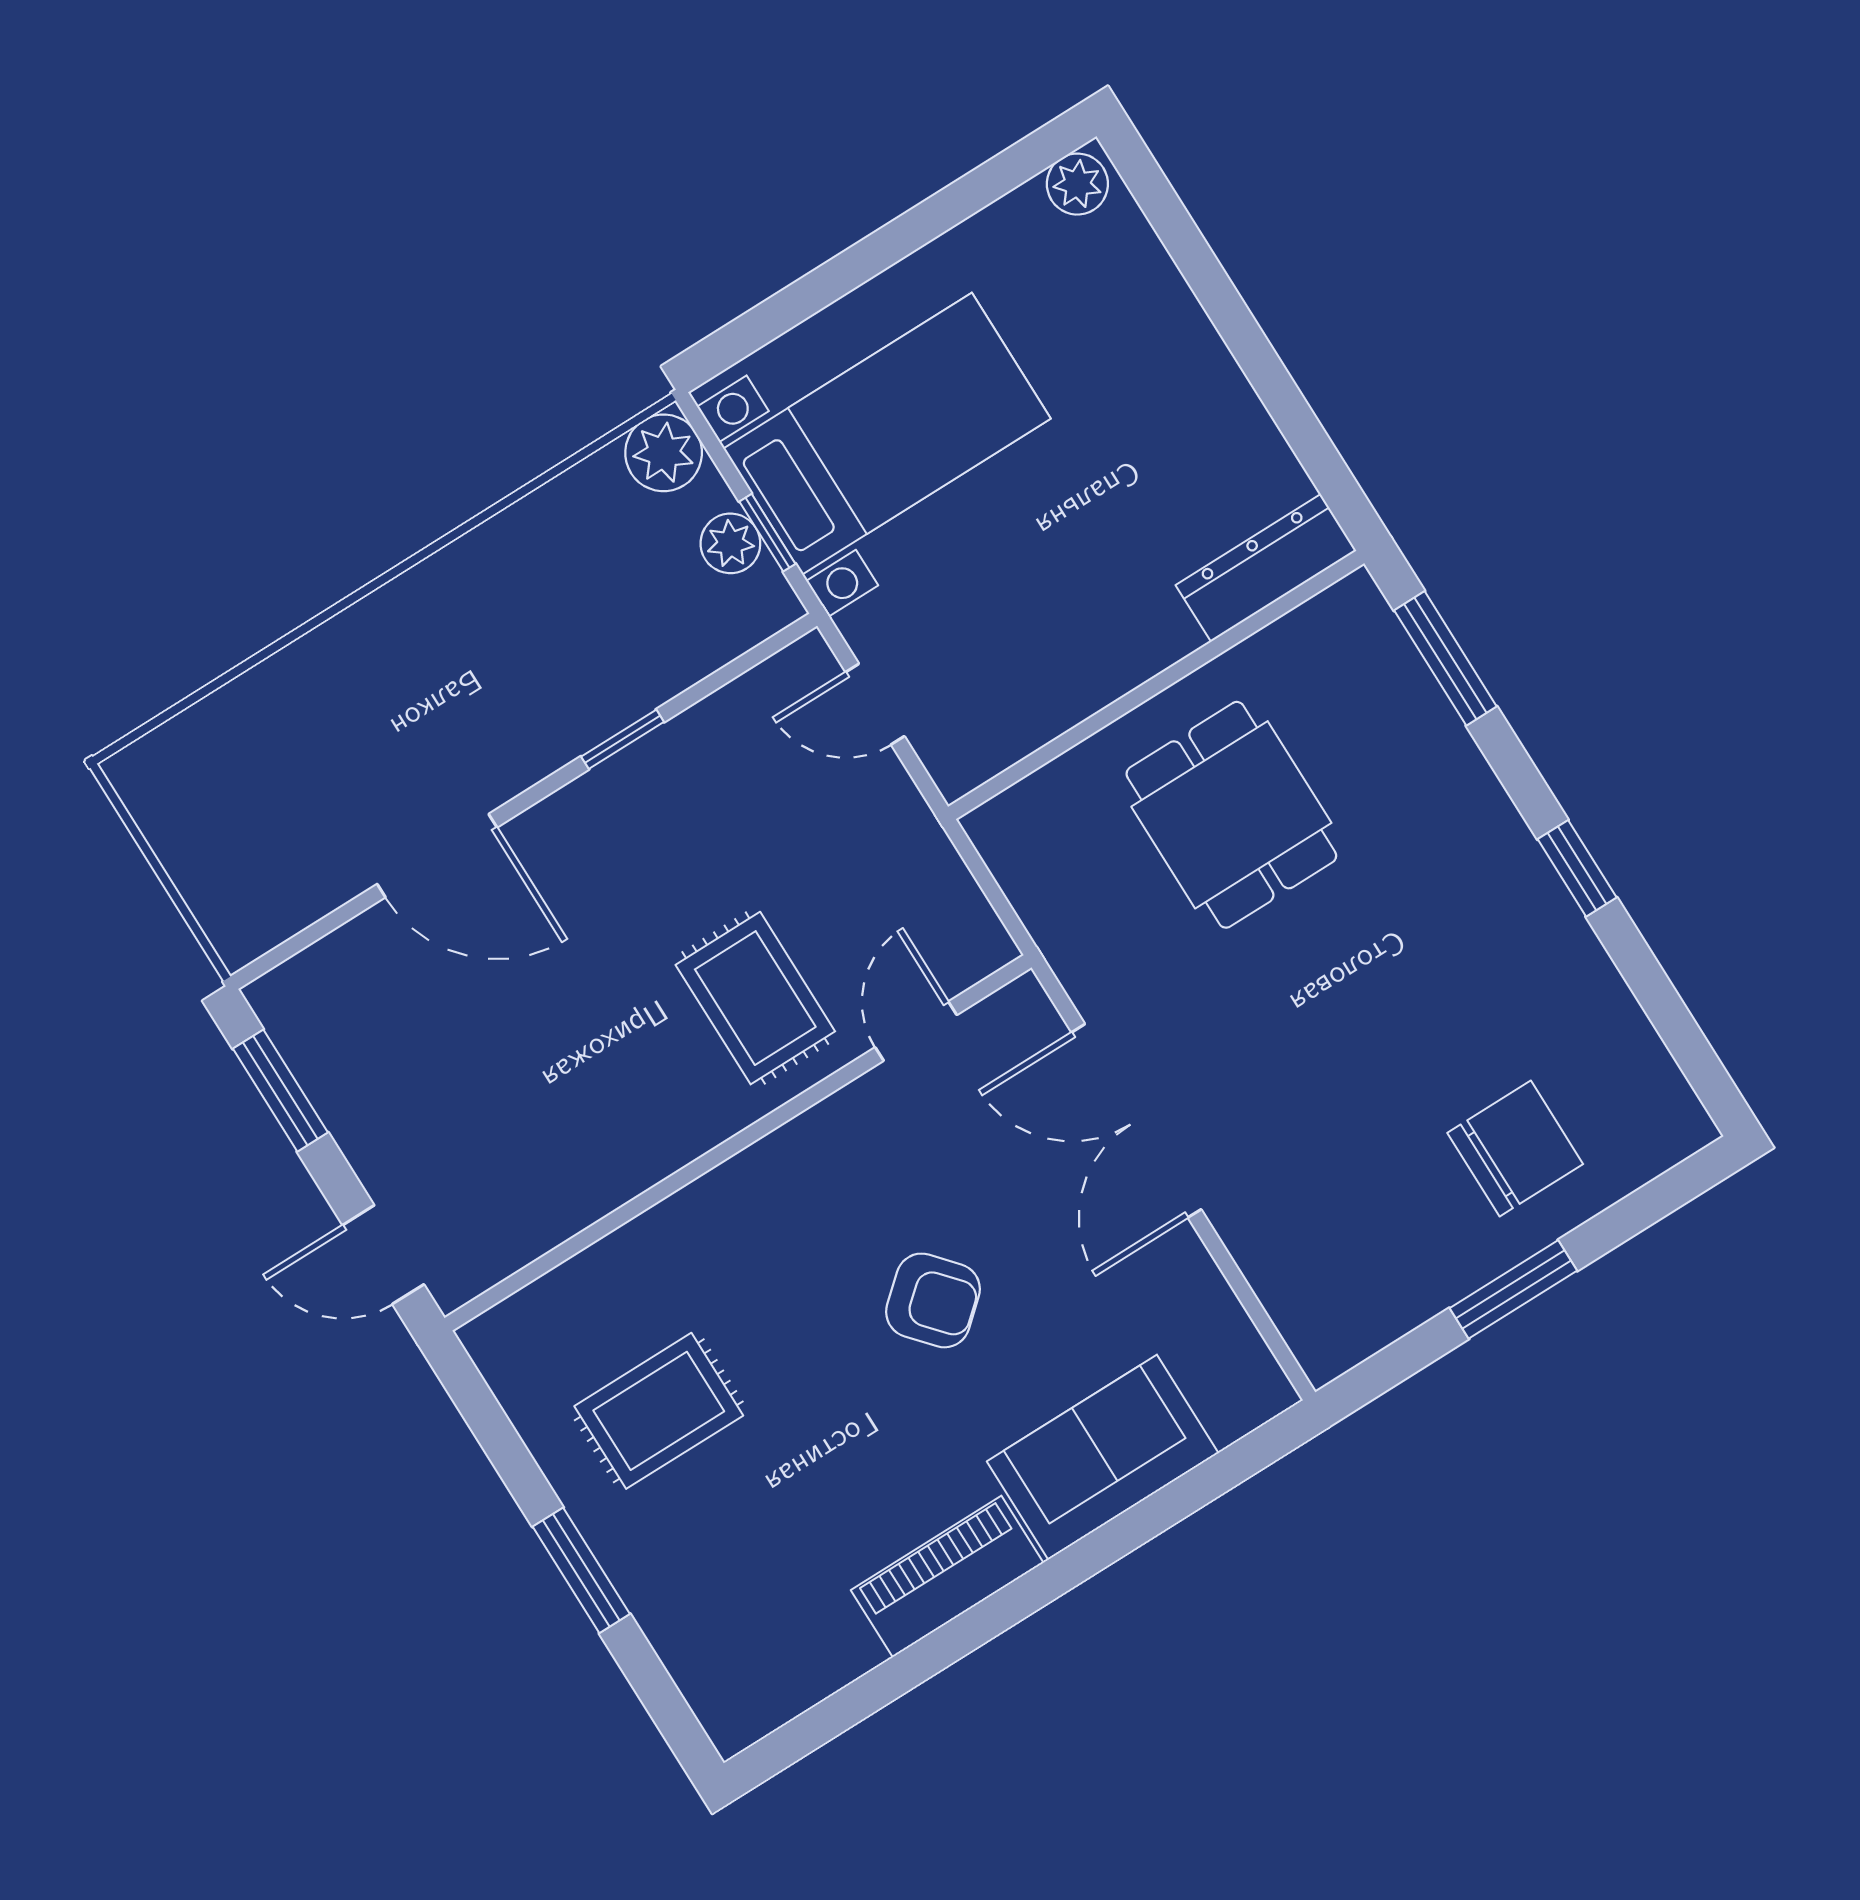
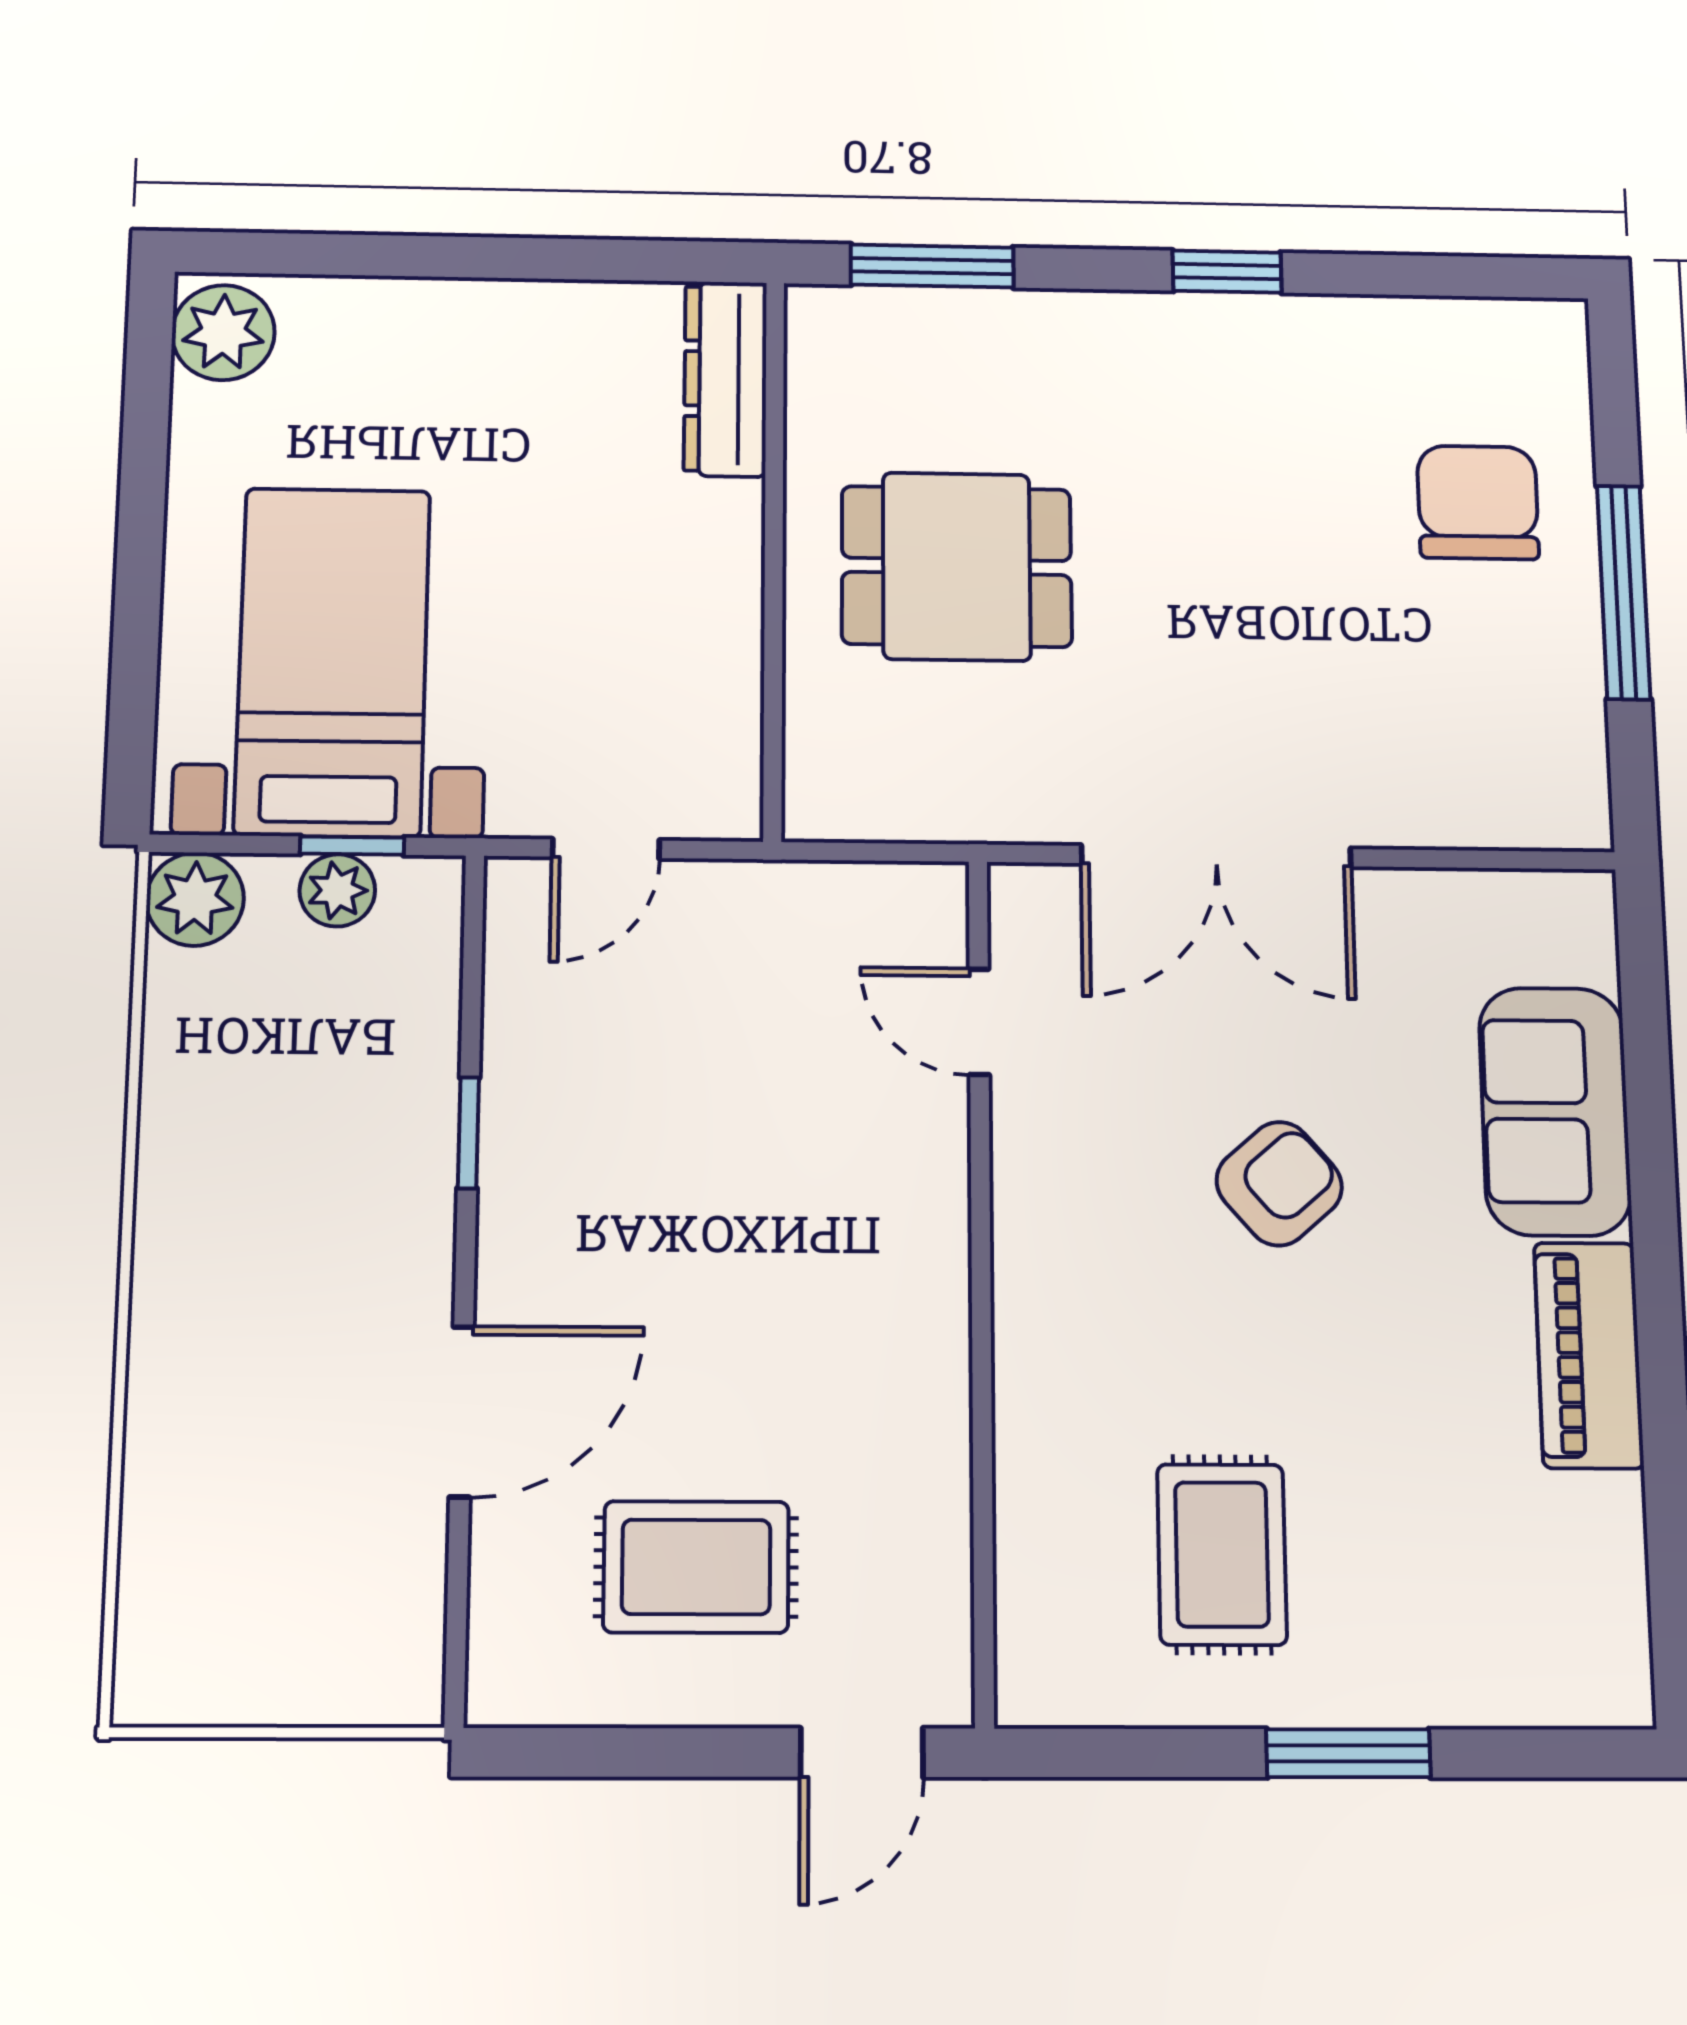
plant: (1077, 184) -> (223, 333), width x1.38, depth x1.38
rug: (755, 998) -> (696, 1567), moved
window: (280, 1091) -> (607, 1752), removed
window: (1513, 1289) -> (1624, 592), width x1.44

